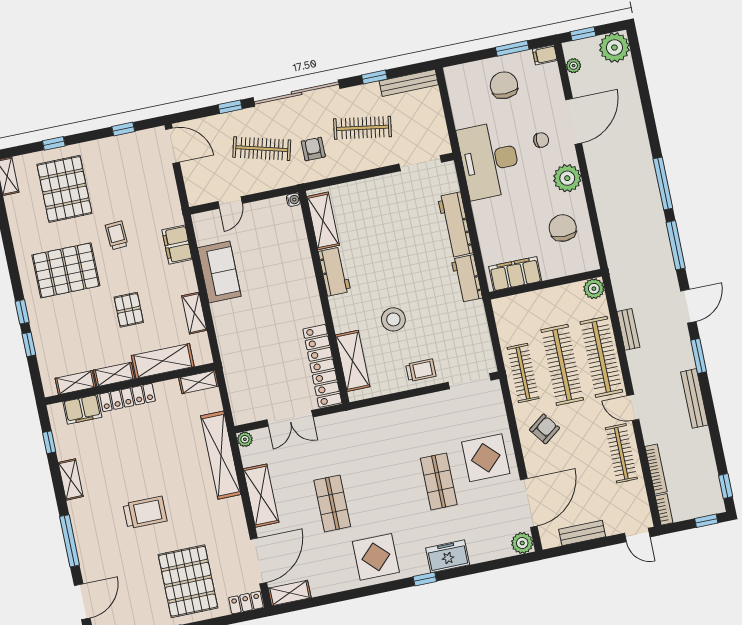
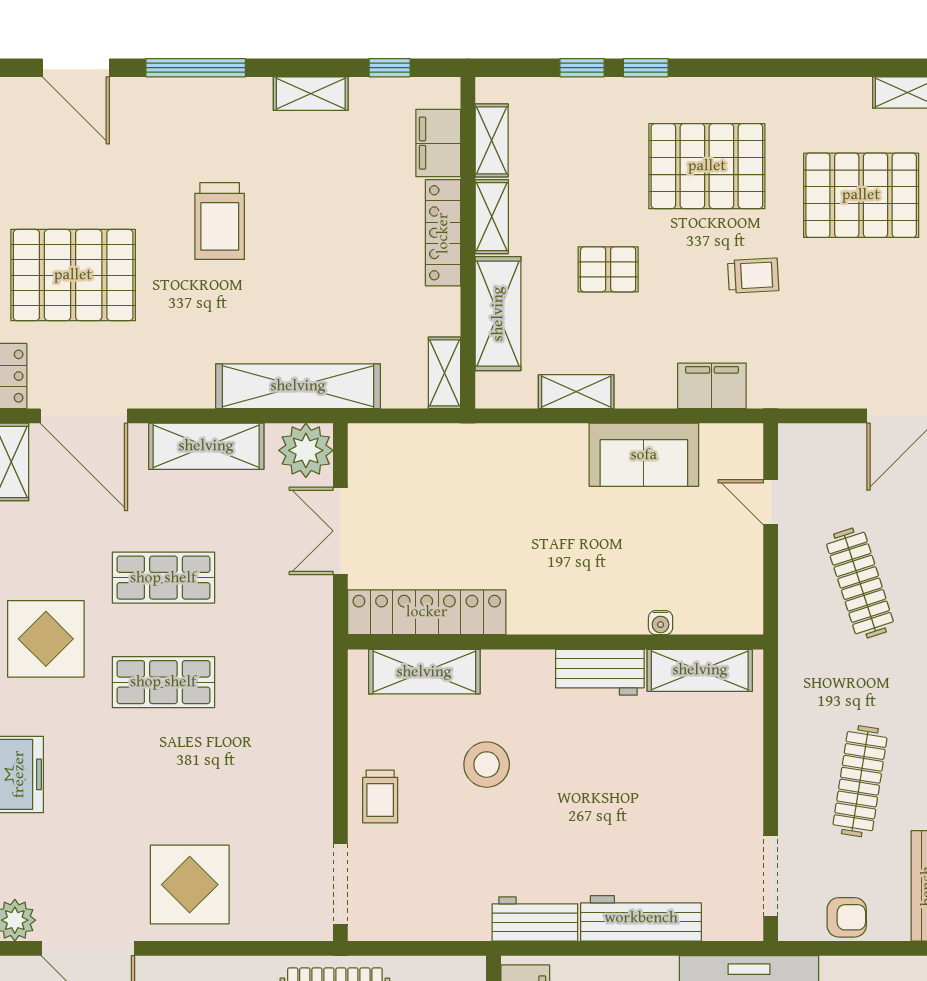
clothes rail: (262, 149) -> (860, 583), turned -33
armchair: (313, 149) -> (847, 917), moved
water cooler: (293, 200) -> (661, 623), moved
pallet: (66, 270) -> (707, 166), turned 90
plant: (245, 439) -> (306, 450), width x1.88, depth x1.88
shop shelf: (439, 481) -> (163, 682), moved

